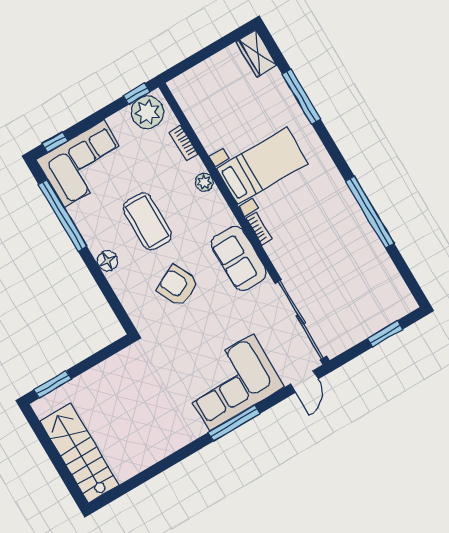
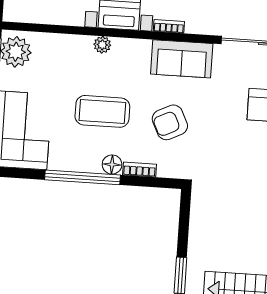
bookcase: (183, 143) -> (140, 169), moved, turned 180
window: (63, 215) -> (83, 177), moved

